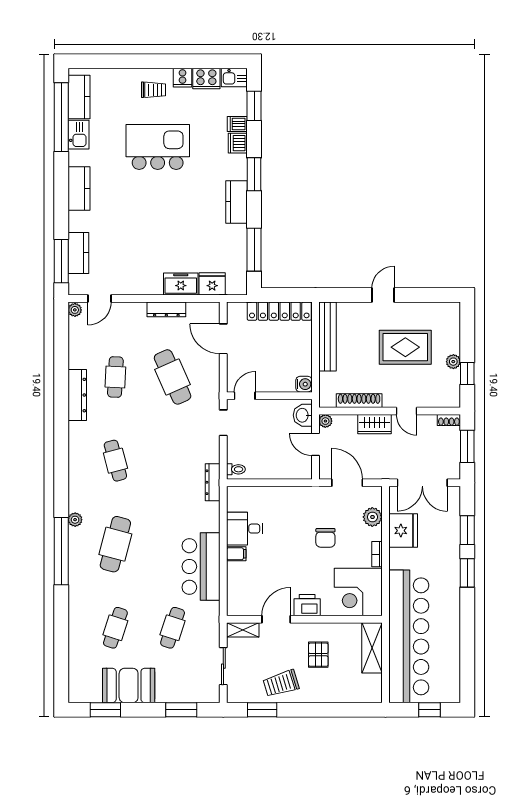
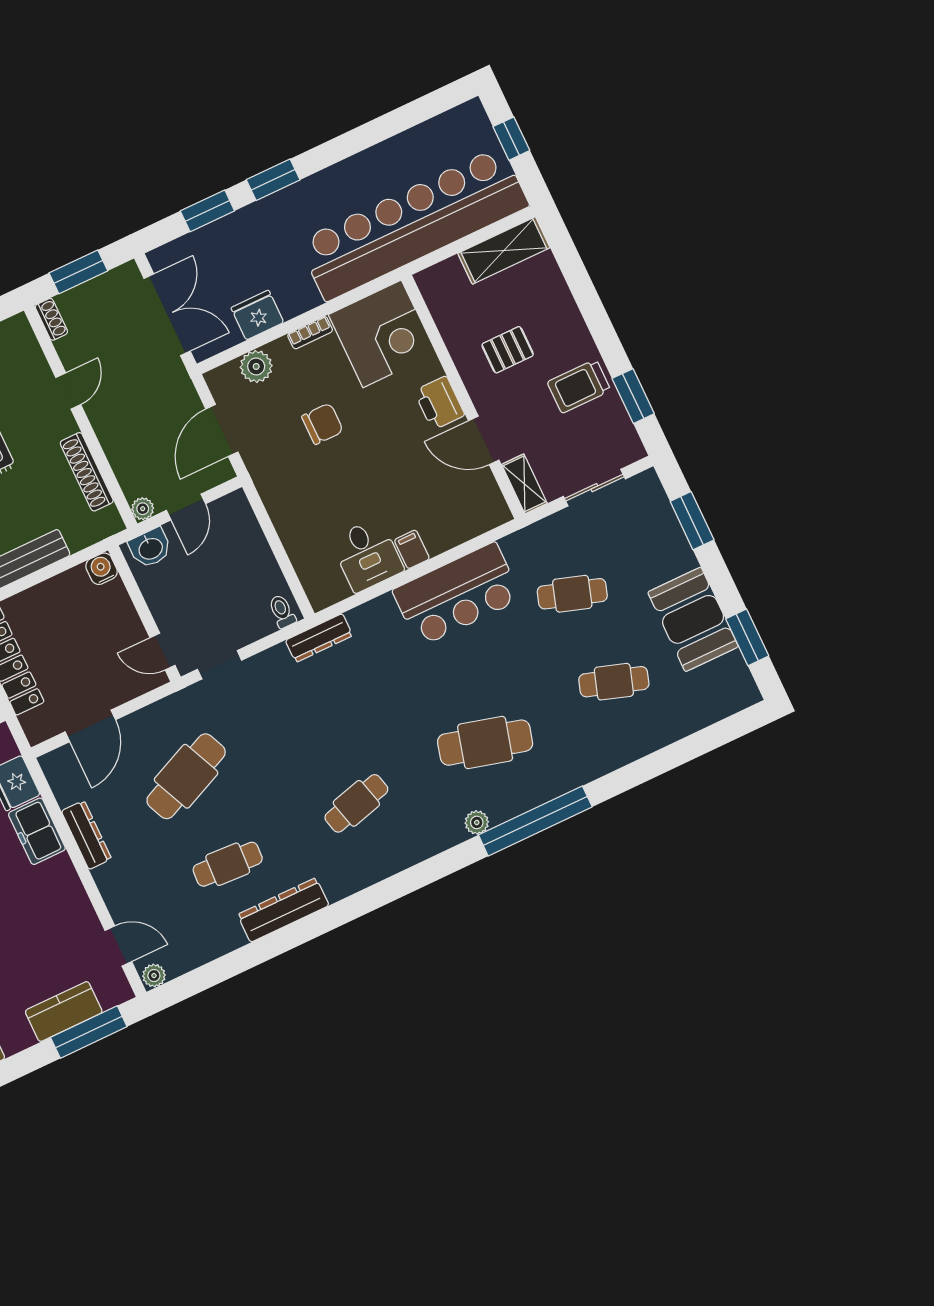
wardrobe: (374, 424) -> (112, 431), removed
fridge: (403, 531) -> (257, 315), width x0.73, depth x0.75
shelving: (372, 648) -> (504, 250), moved
trolley: (281, 683) -> (579, 386), turned 107

